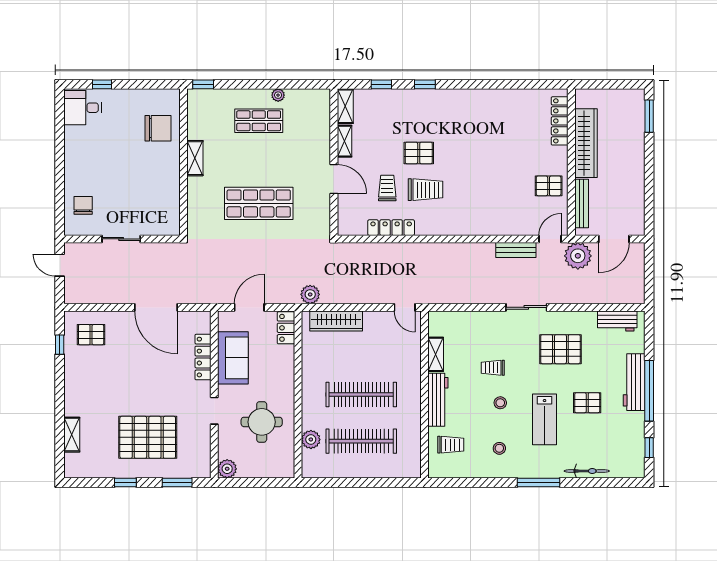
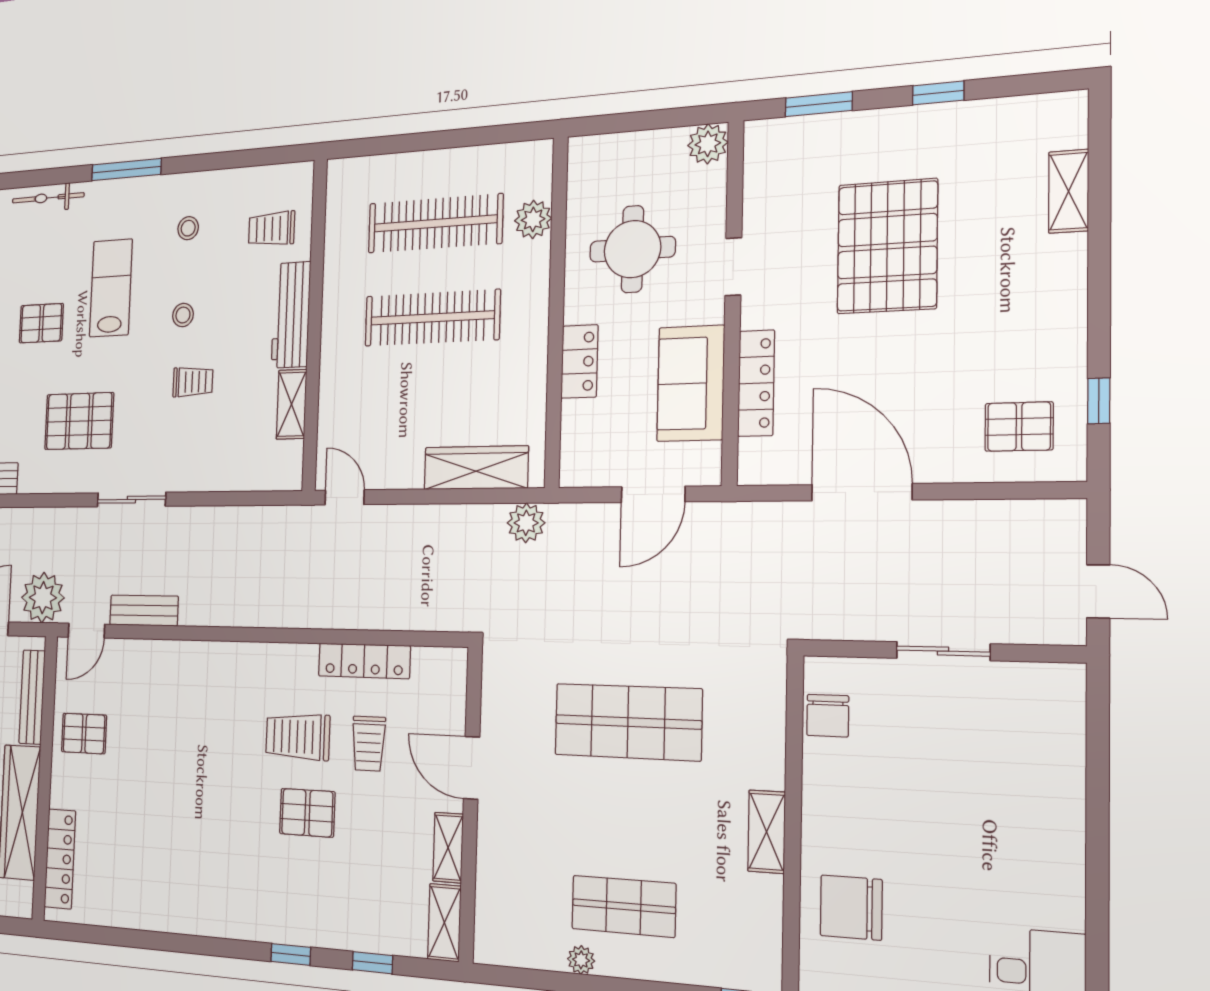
chair: (83, 205) -> (828, 716), moved
locker: (286, 328) -> (580, 362), moved
pallet: (148, 437) -> (887, 246), moved, turned 90

